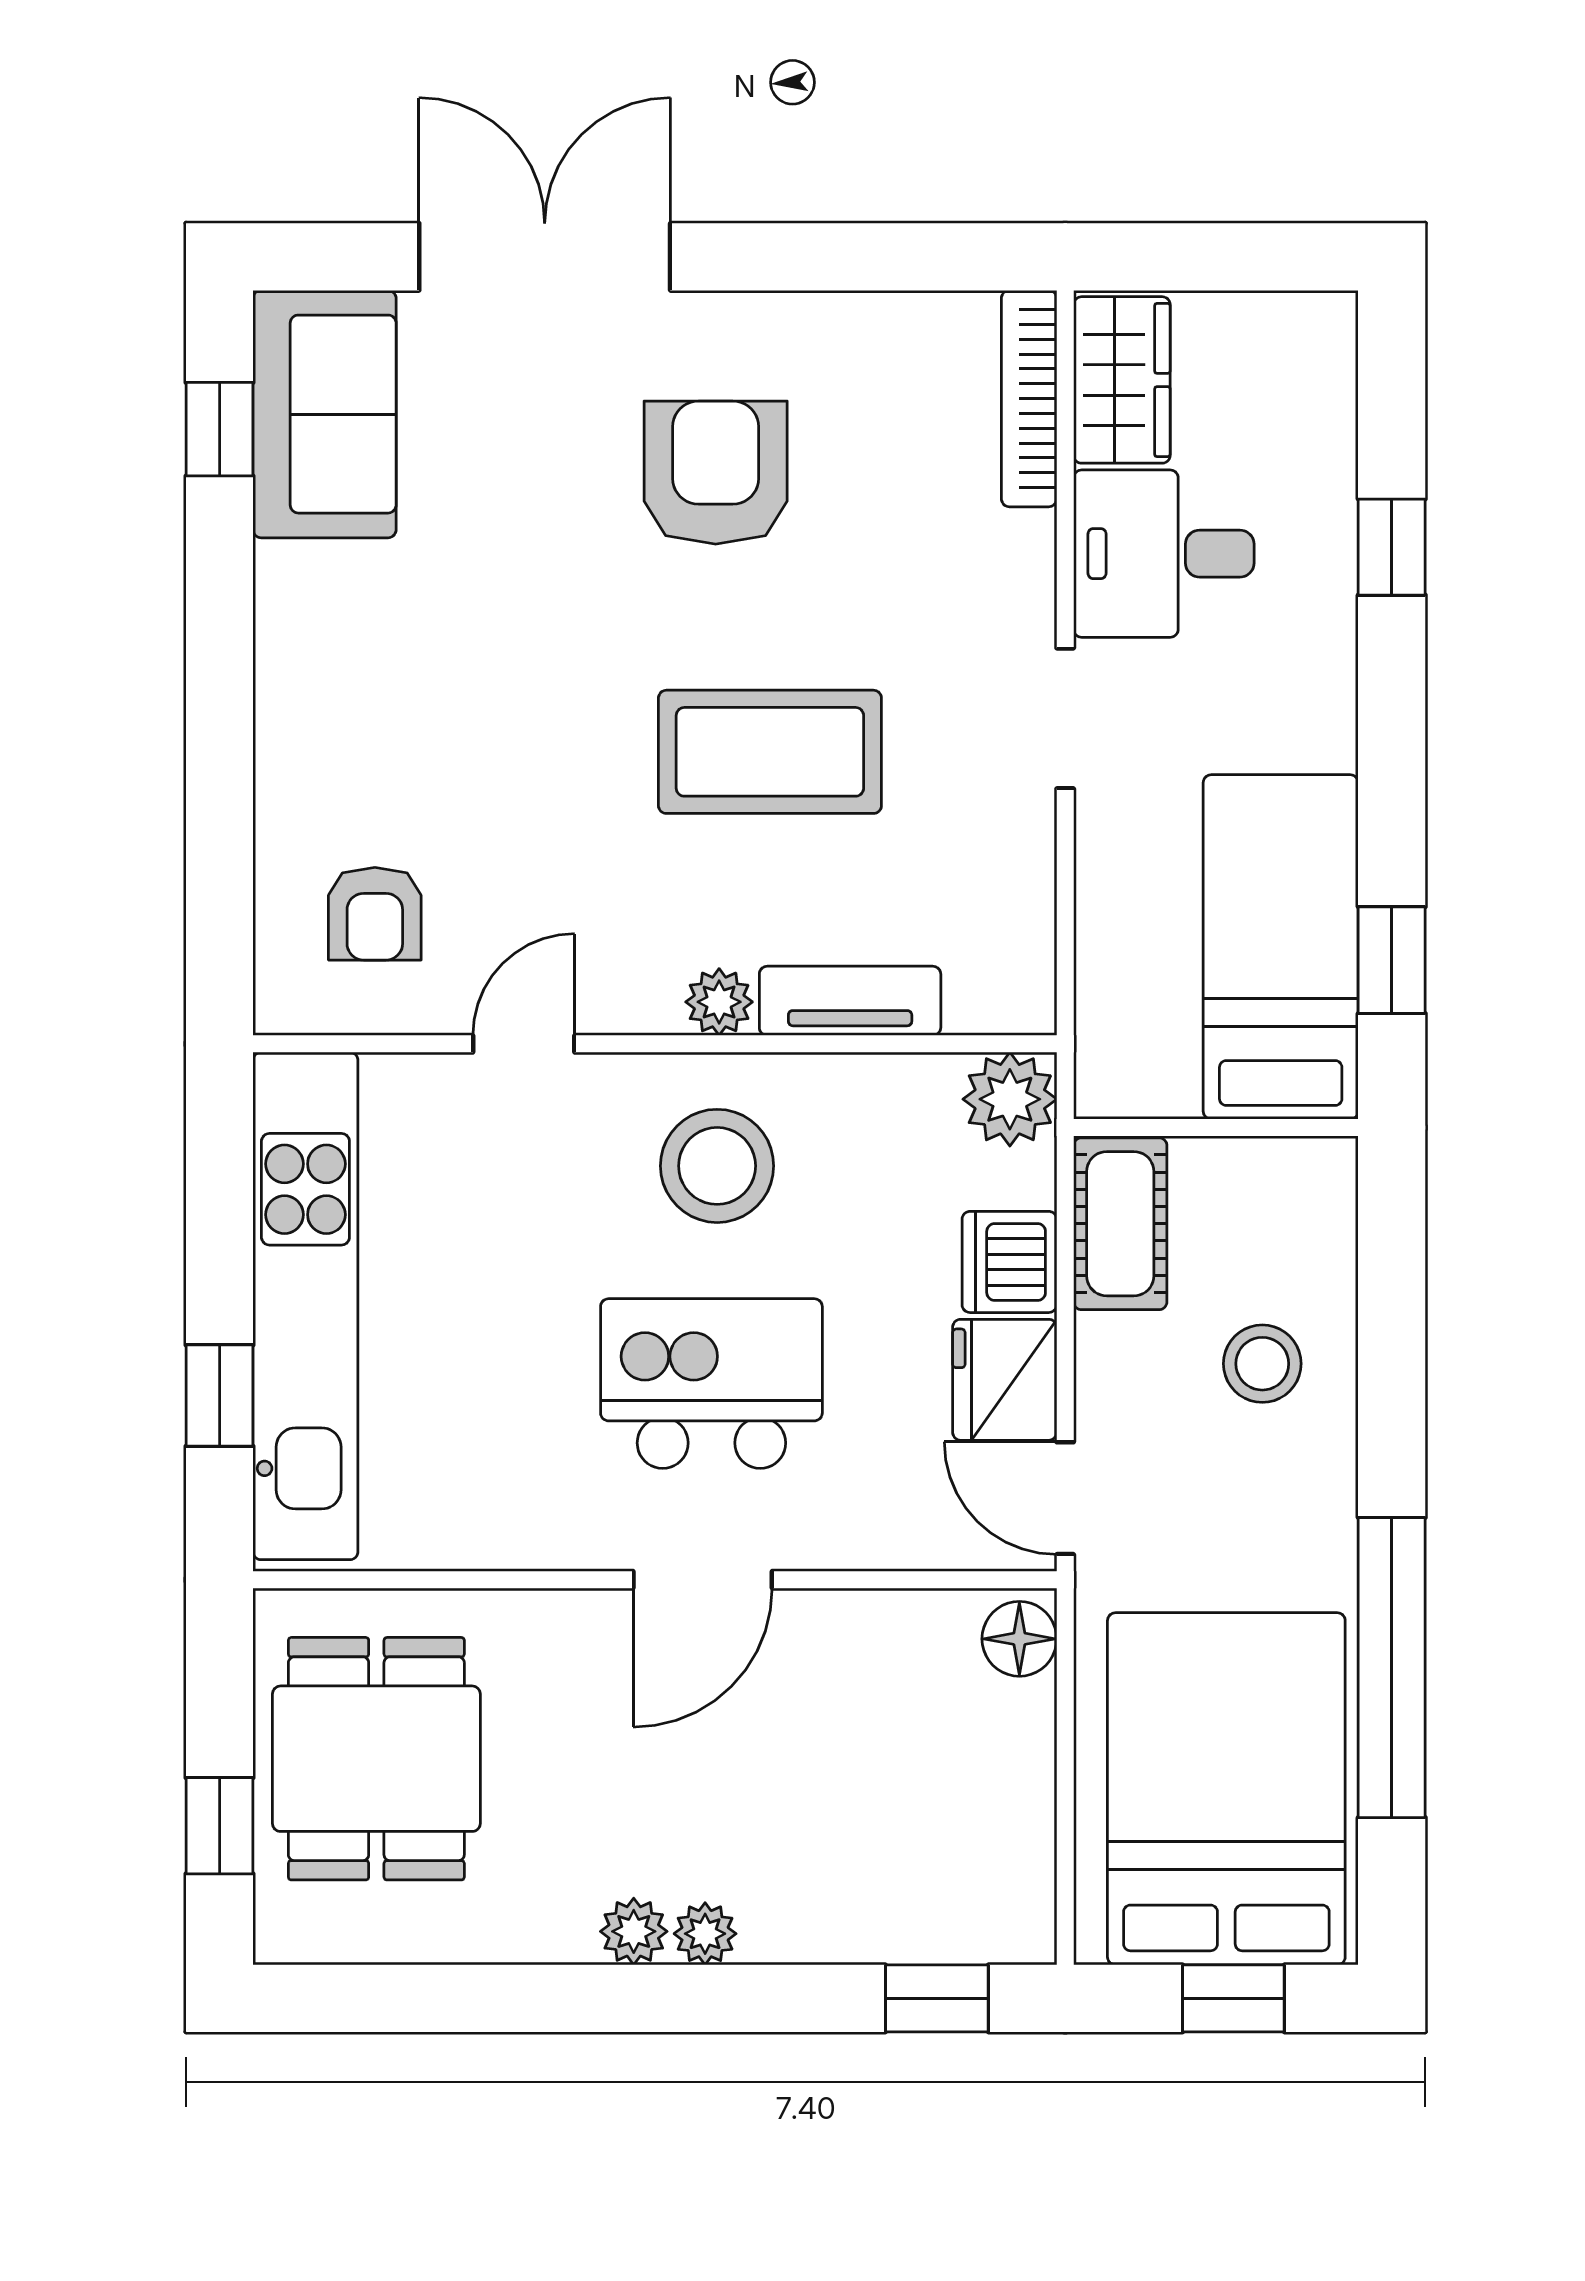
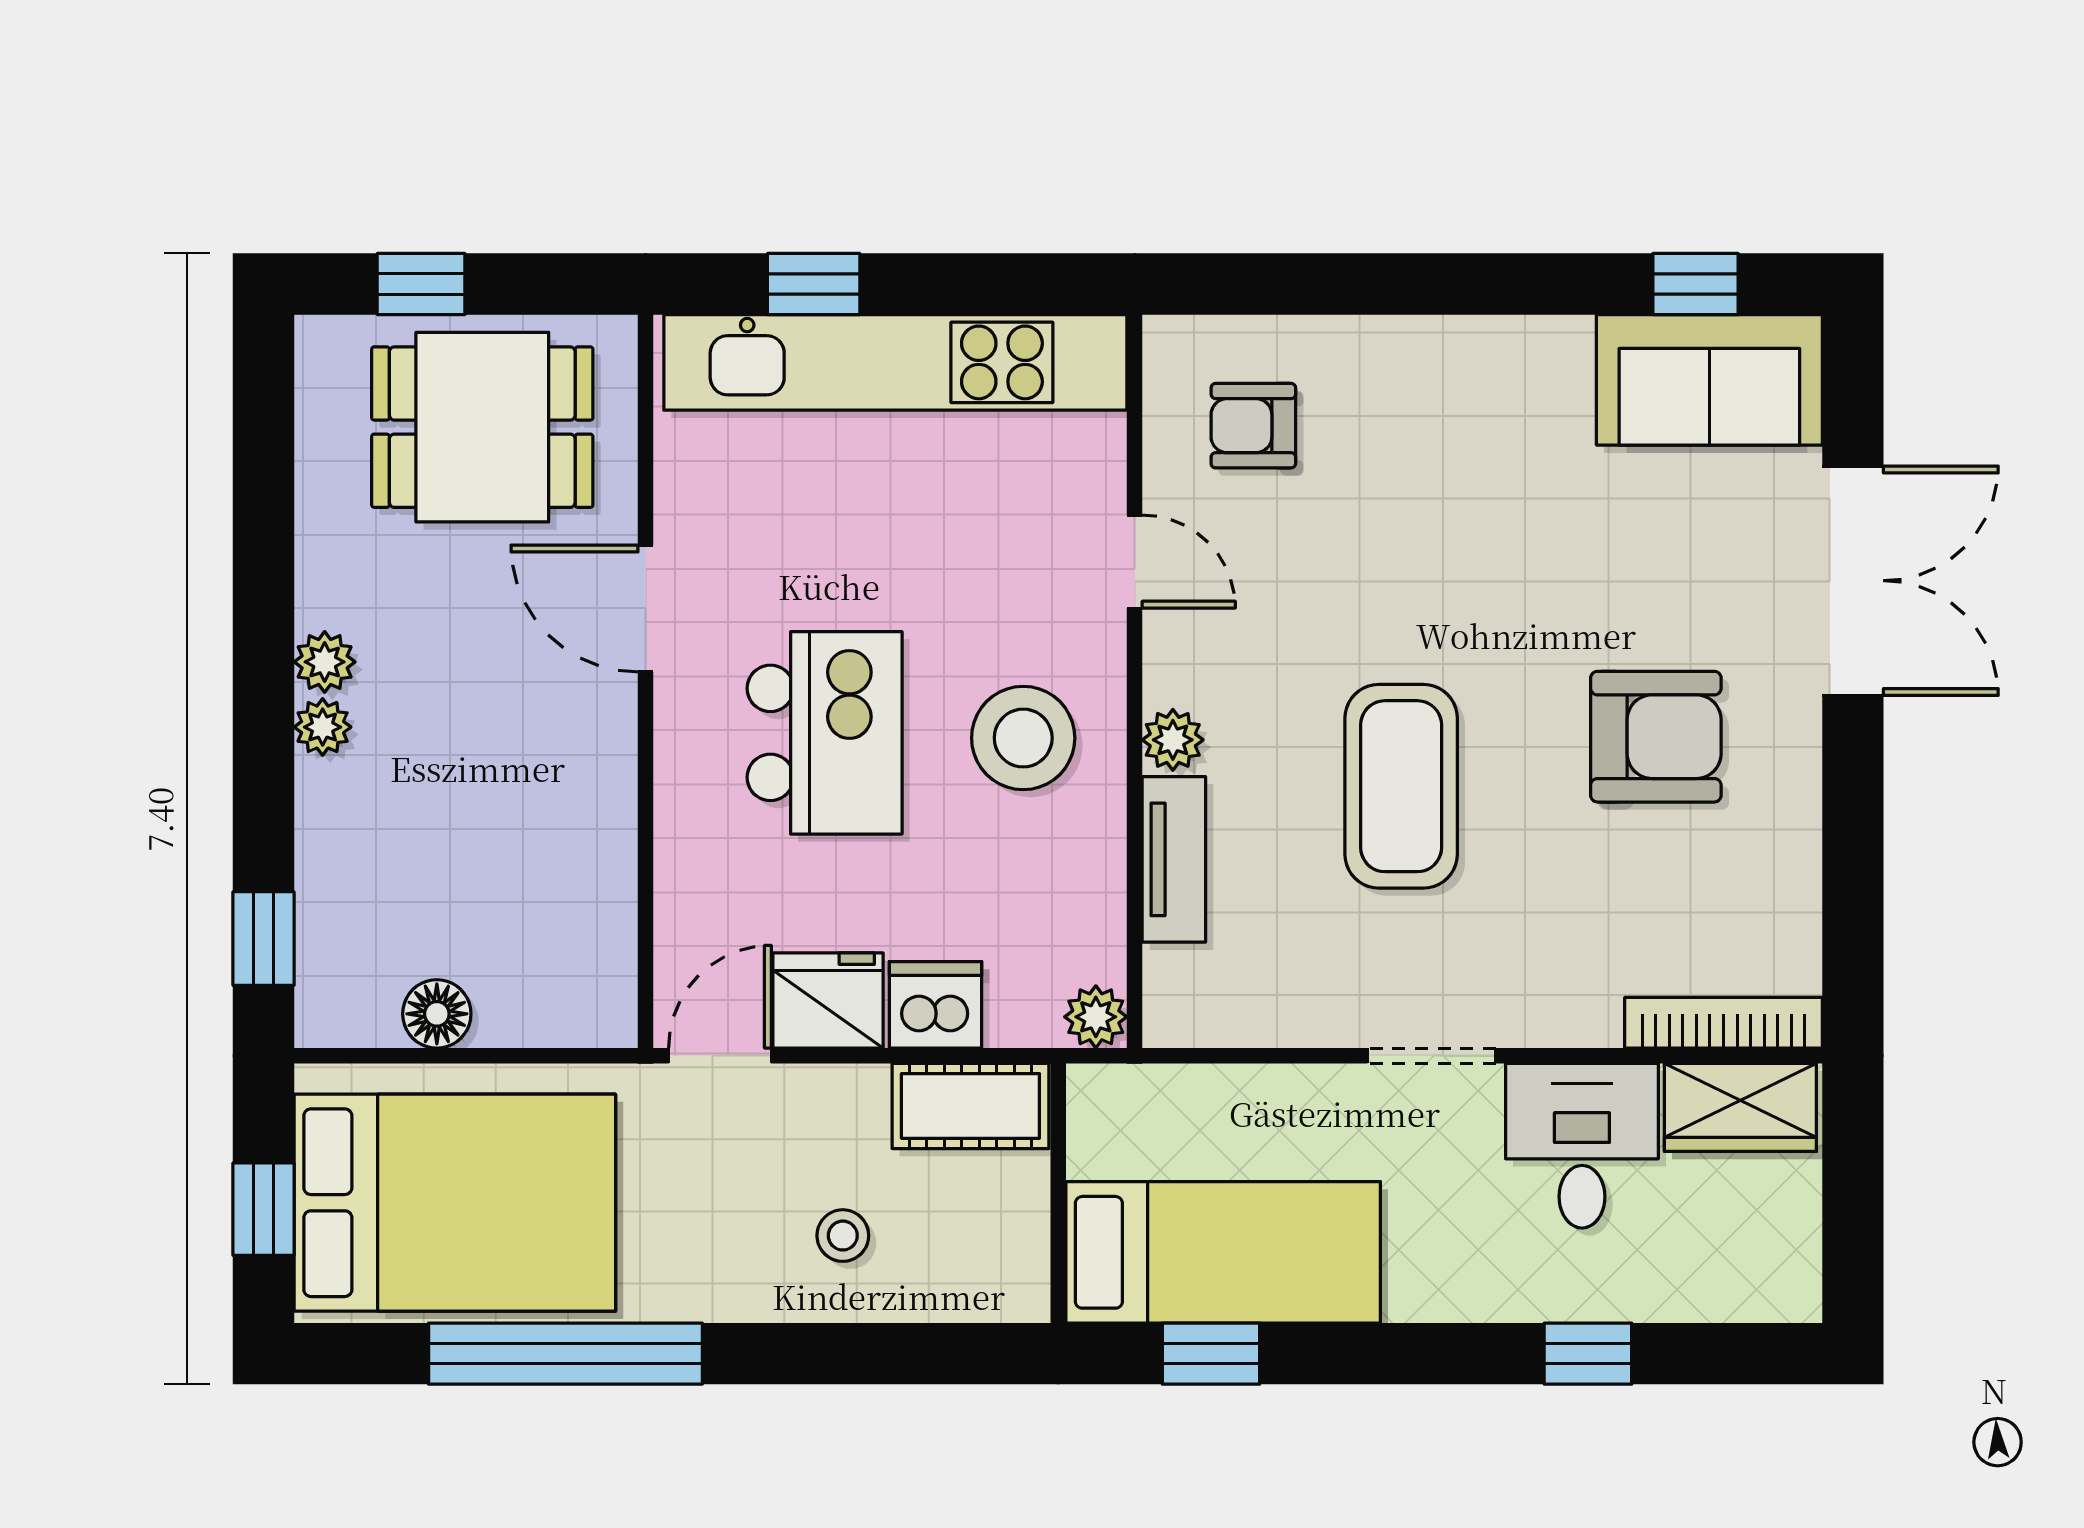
plant: (1010, 1099) -> (1096, 1017), width x0.73, depth x0.73
stool: (1262, 1364) -> (843, 1236), width x0.73, depth x0.73
door: (703, 1580) -> (646, 608), moved
floor lamp: (1019, 1639) -> (437, 1014), moved

